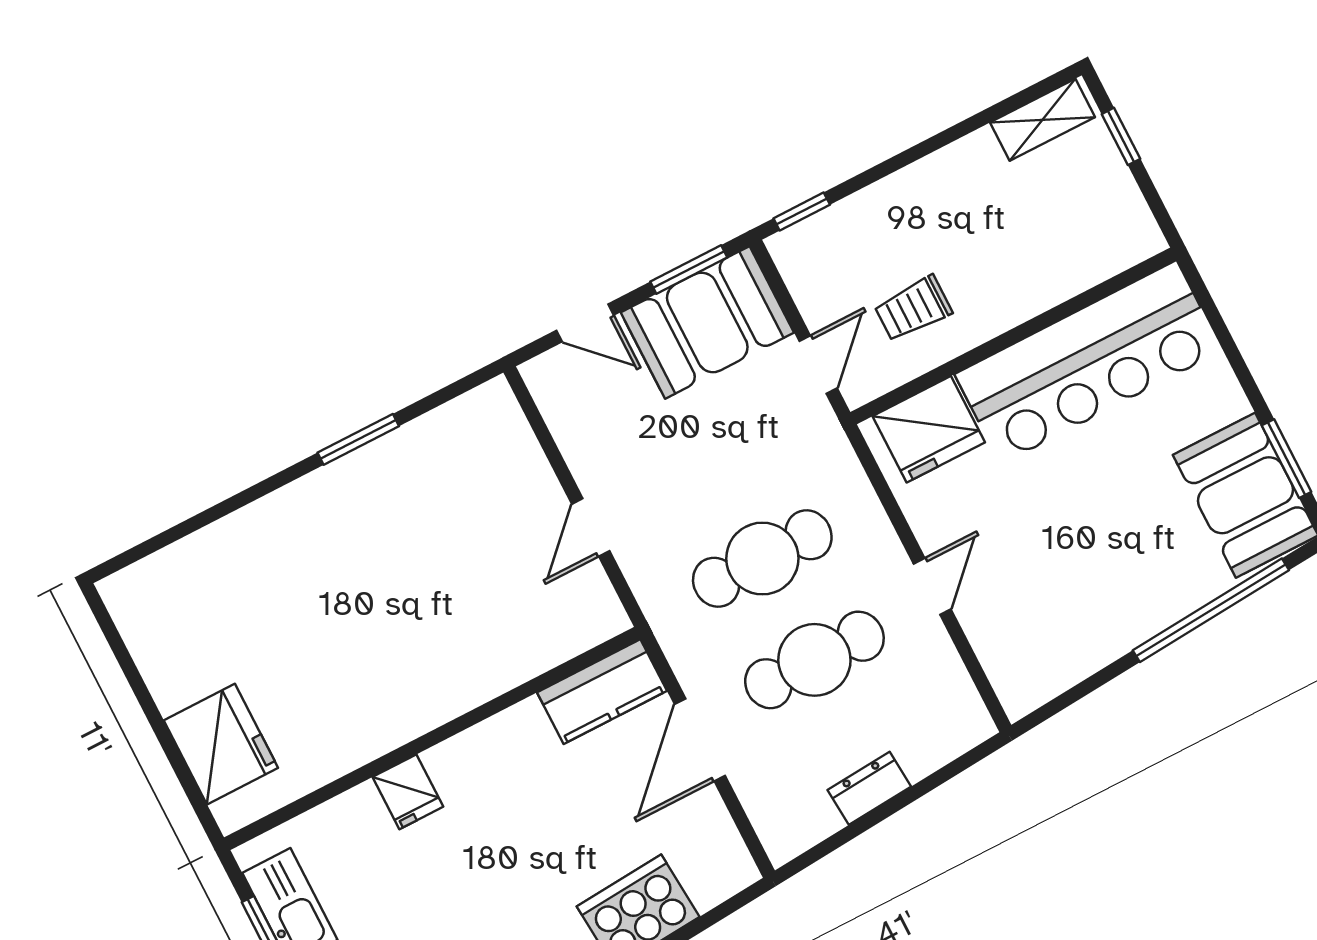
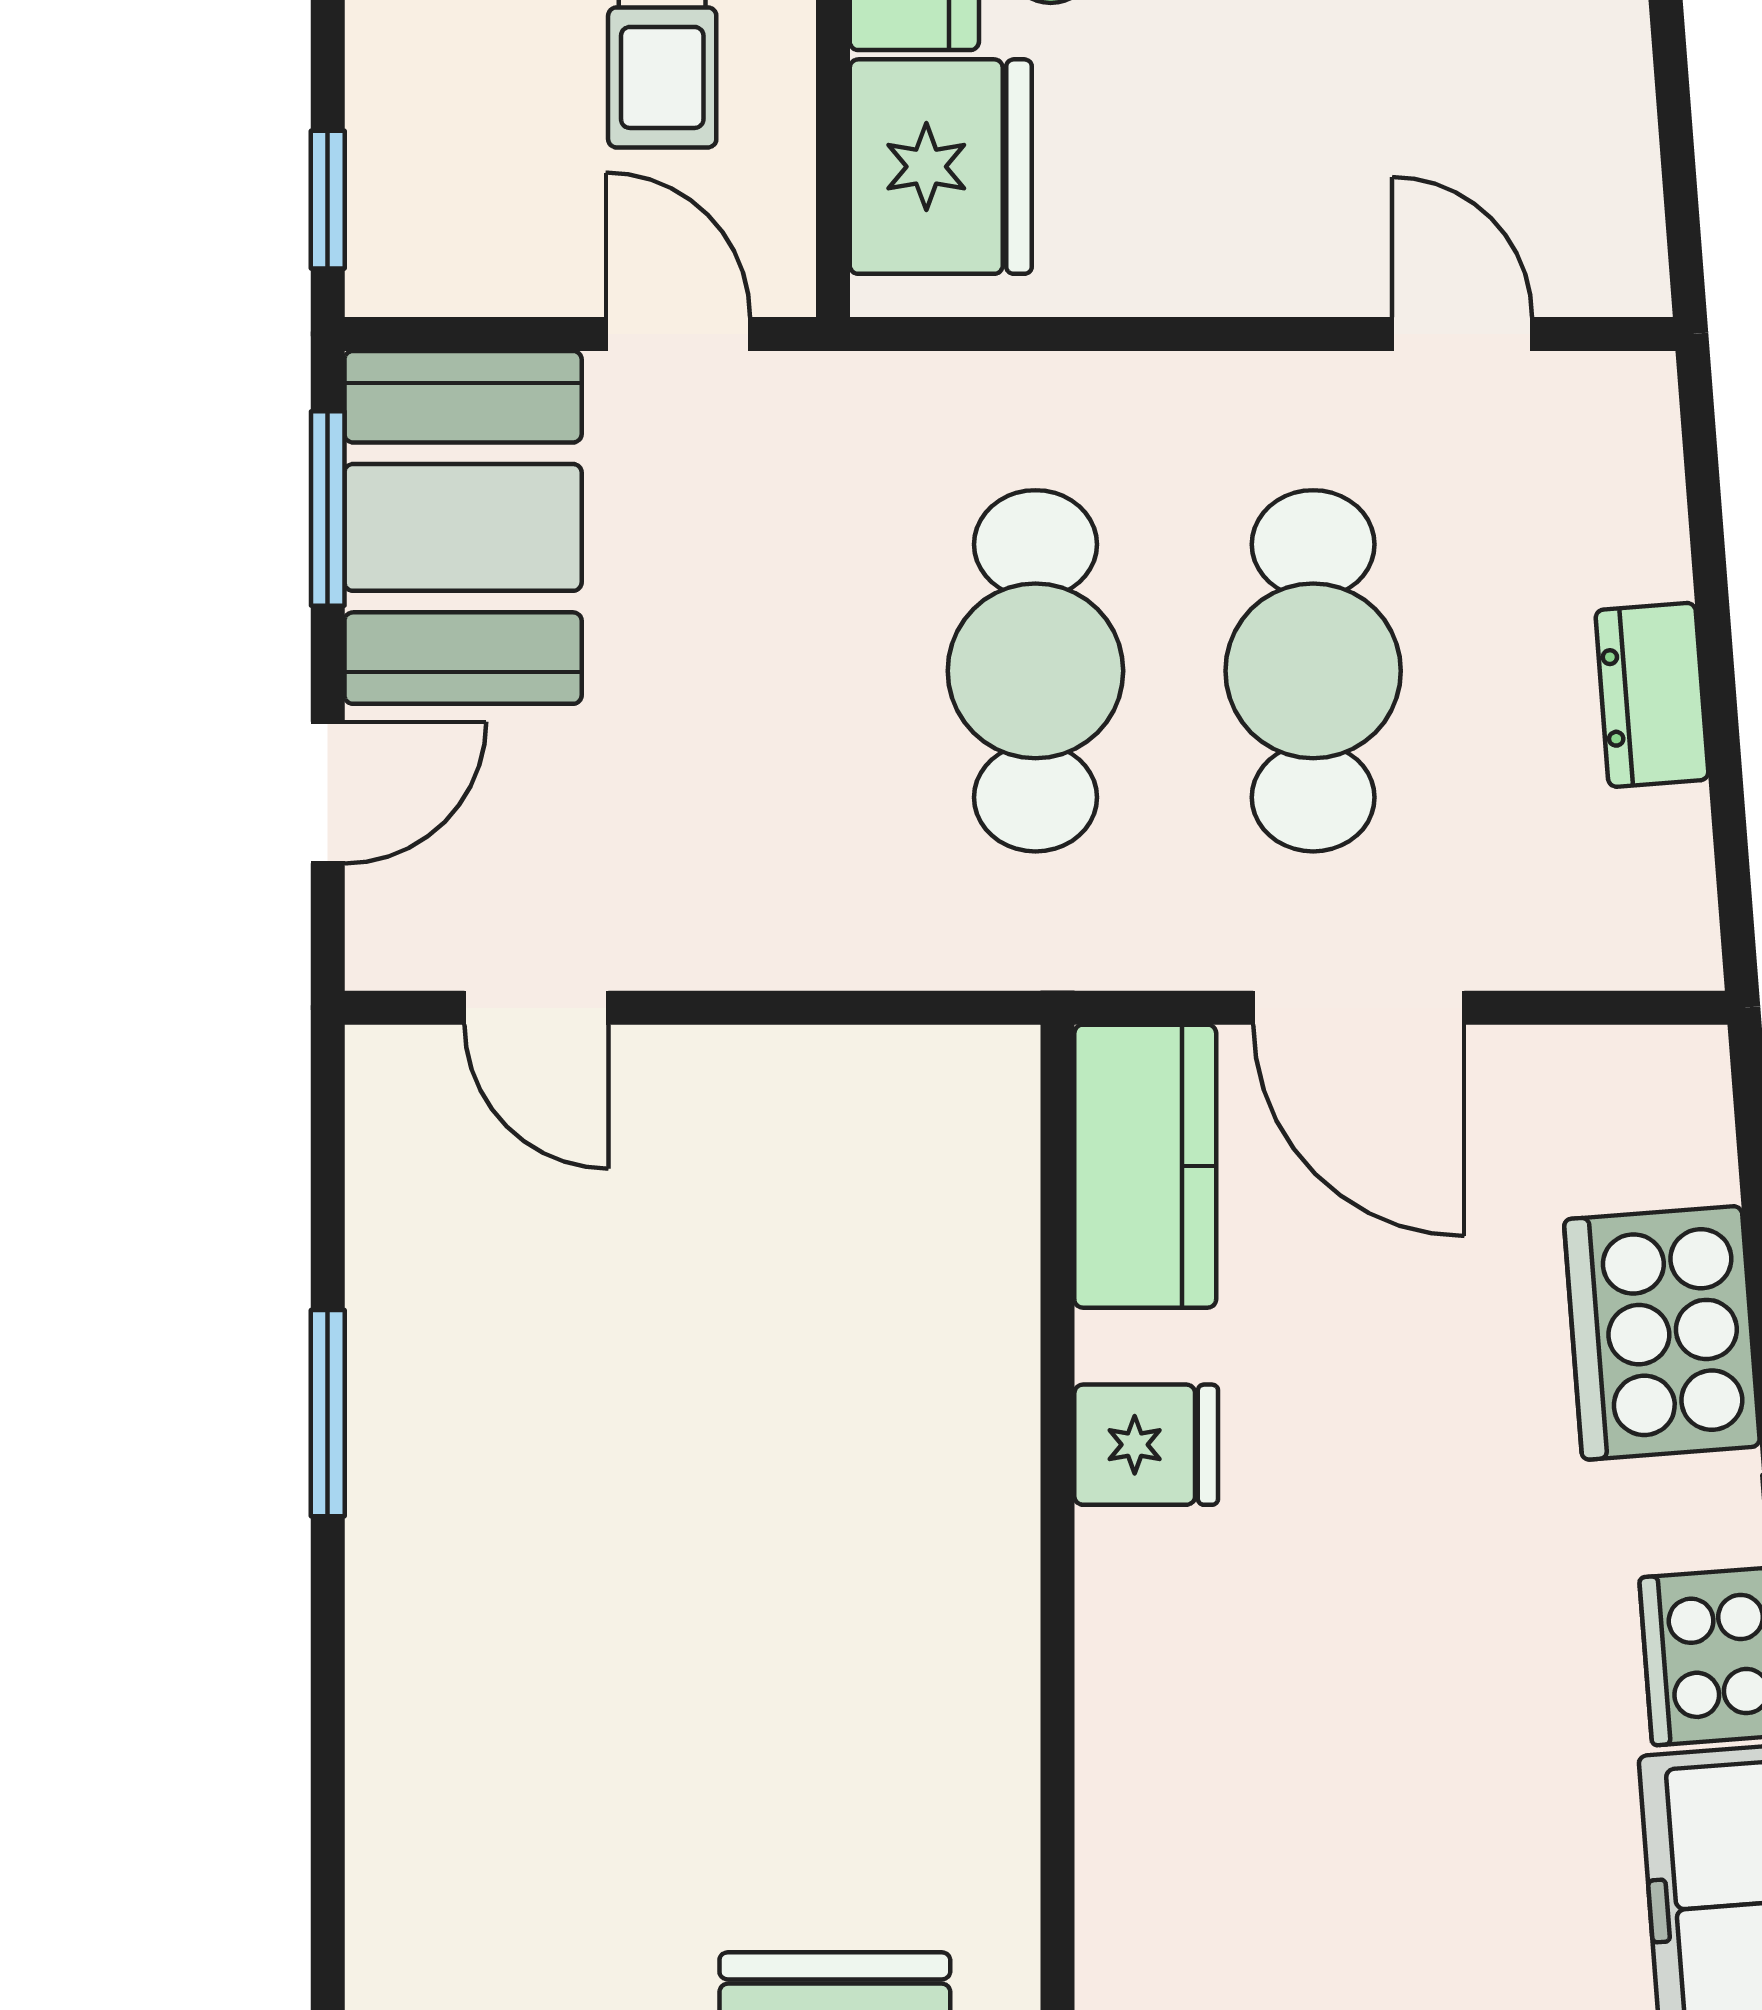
door: (591, 527) -> (536, 1008), moved
door: (932, 586) -> (1462, 334), moved
fridge: (408, 792) -> (1146, 1445), moved

